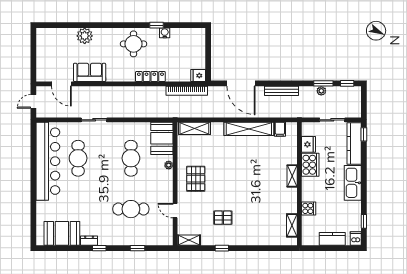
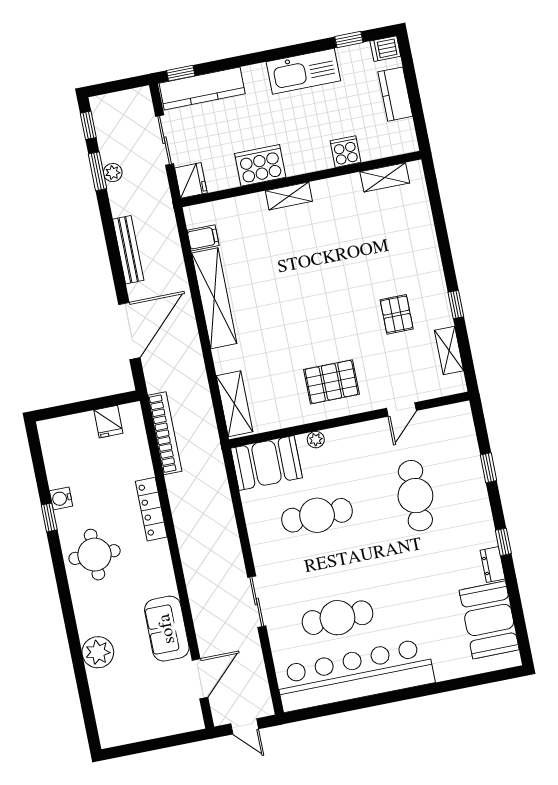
fridge: (198, 76) -> (108, 422), moved
fridge: (309, 144) -> (191, 180), moved, turned 90
kitchen sink: (353, 183) -> (303, 71), moved
shelving: (189, 240) -> (449, 351), moved

